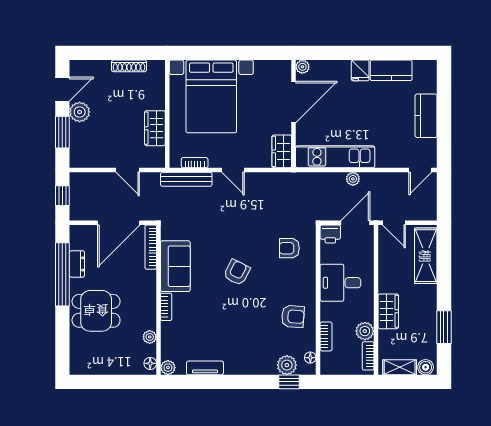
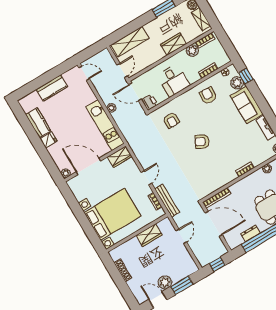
sofa: (175, 266) -> (247, 105), moved, turned -90

